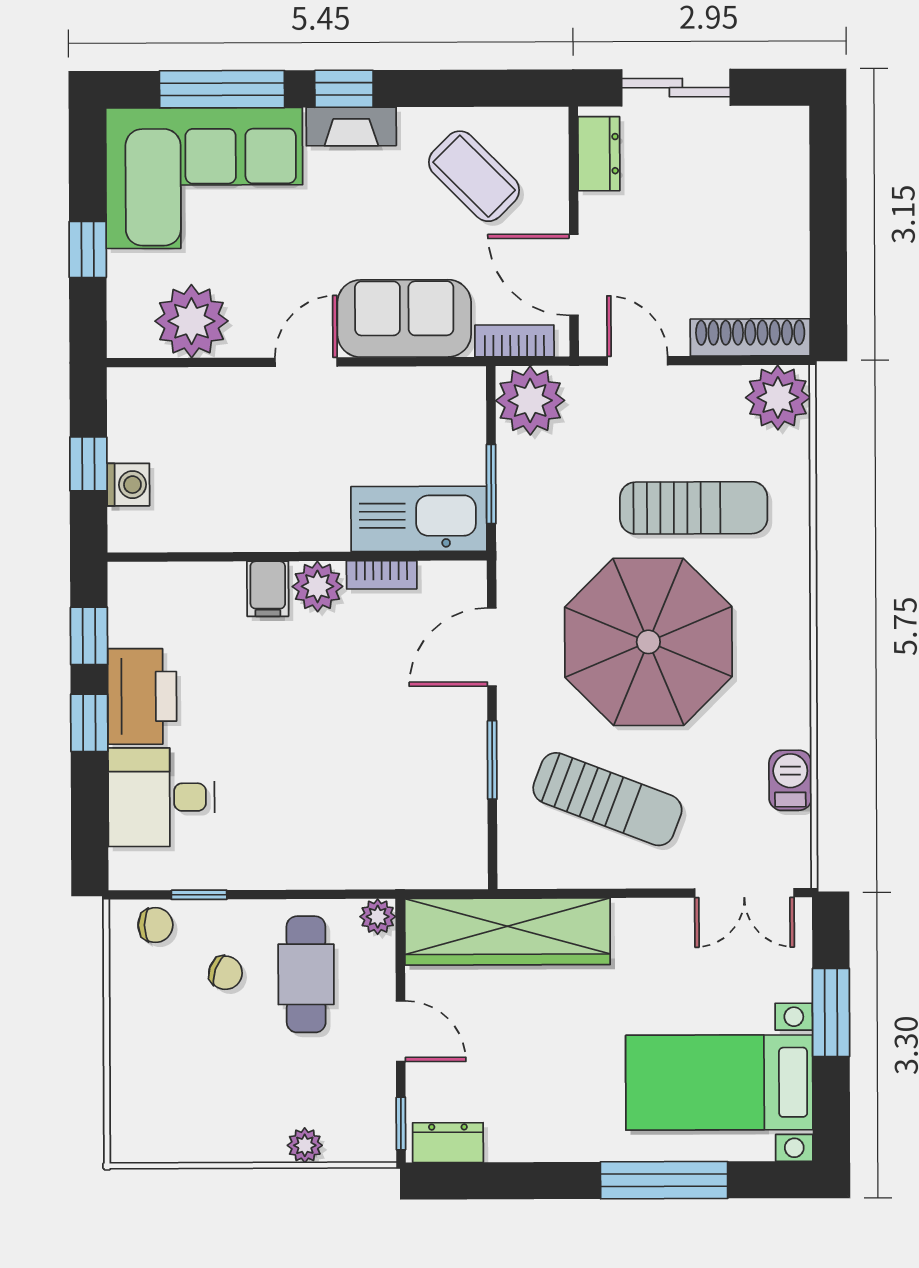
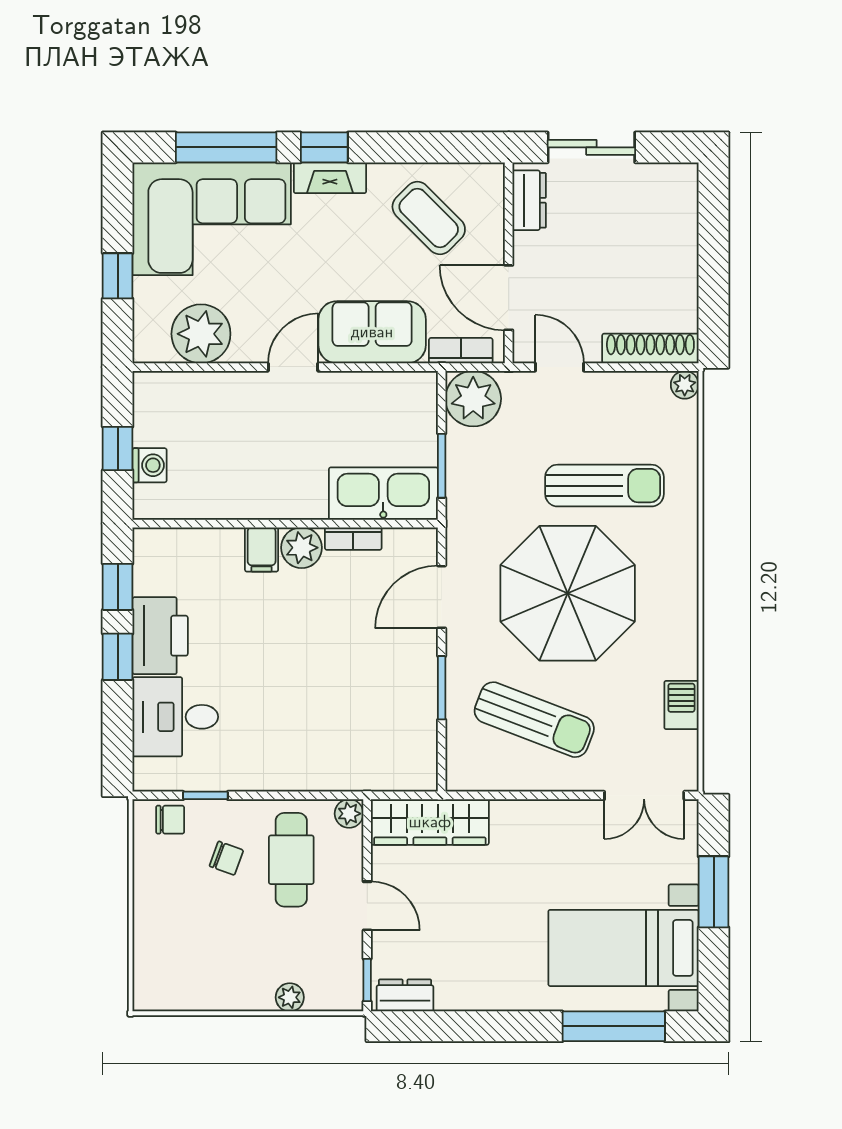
plant: (778, 398) -> (685, 385), width x0.53, depth x0.53
wardrobe: (507, 932) -> (430, 822), width x0.71, depth x0.85
window: (664, 1180) -> (614, 1026), moved

